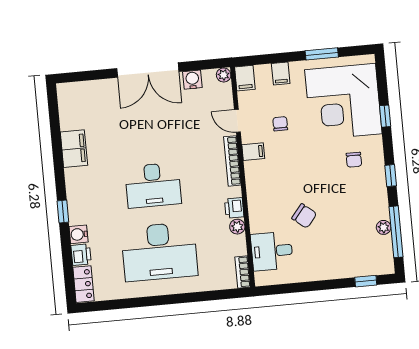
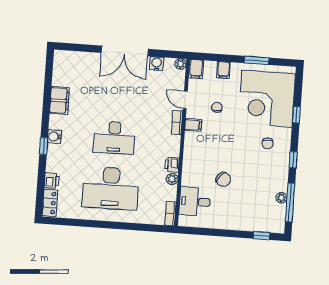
bookcase: (232, 161) -> (177, 122), width x0.64
water cooler: (79, 234) -> (54, 137), moved

